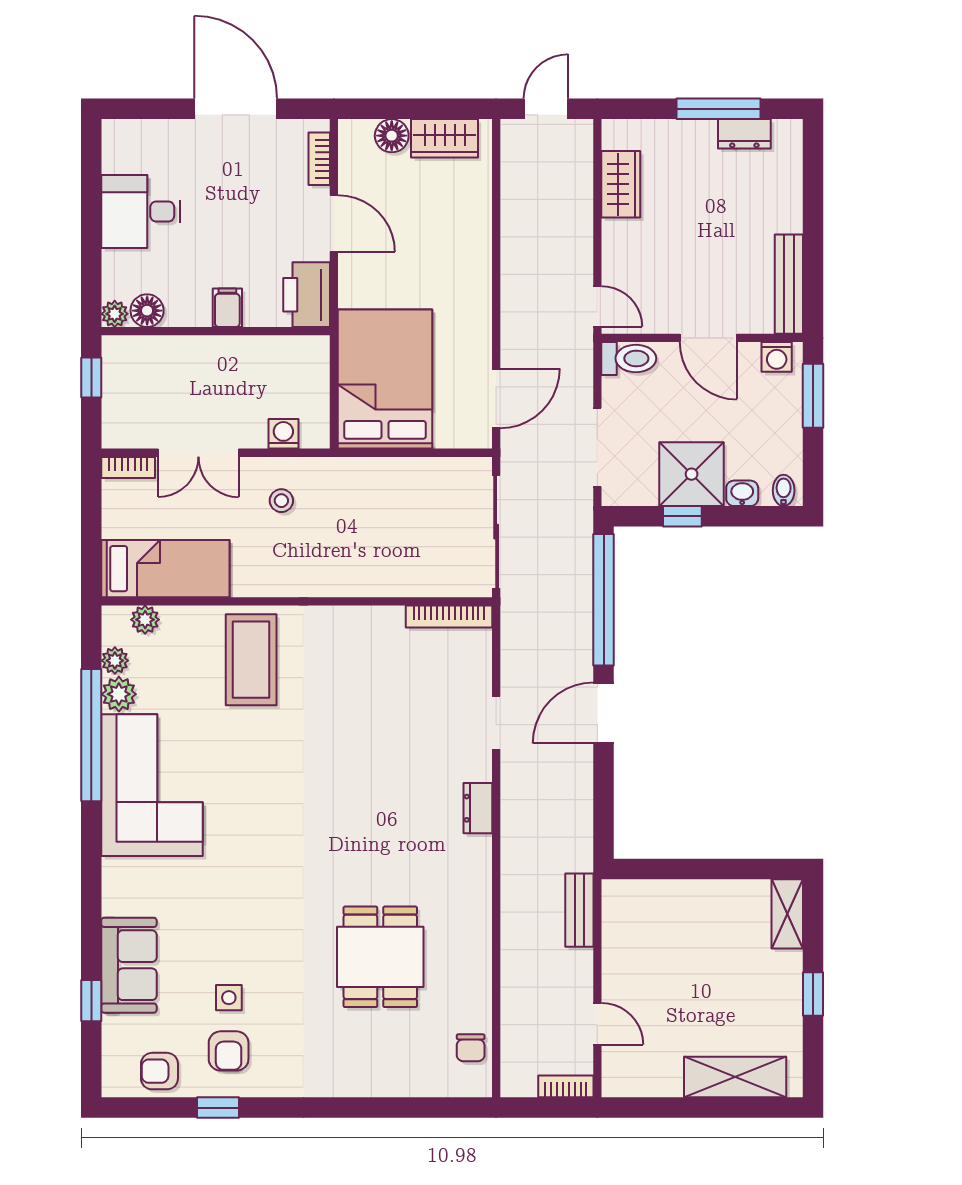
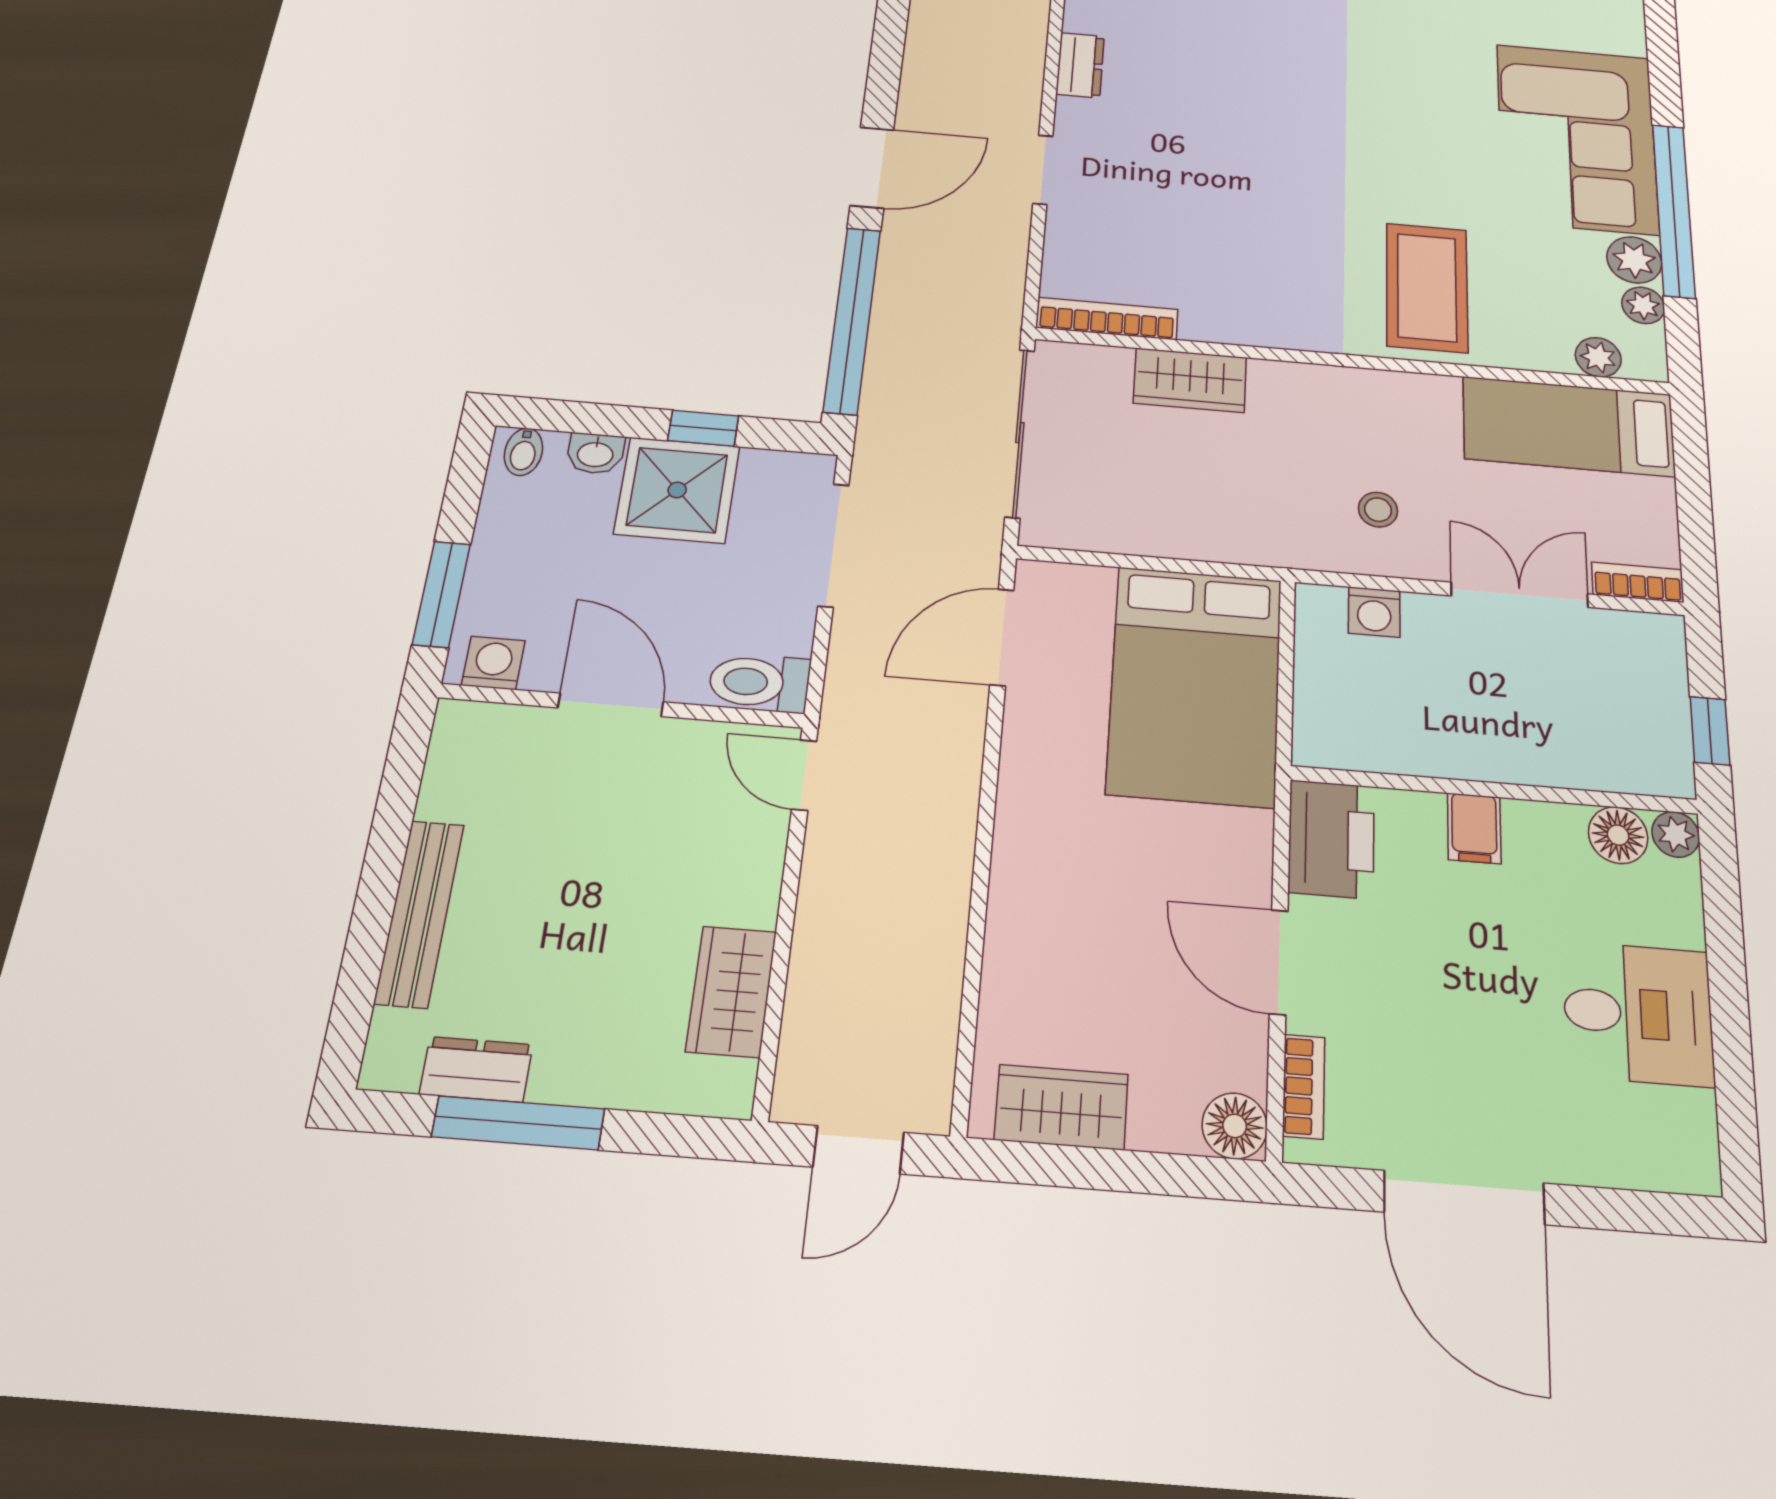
floor lamp: (392, 136) -> (1235, 1126), moved
bench: (789, 284) -> (419, 913), moved
wardrobe: (396, 578) -> (1190, 380), added

